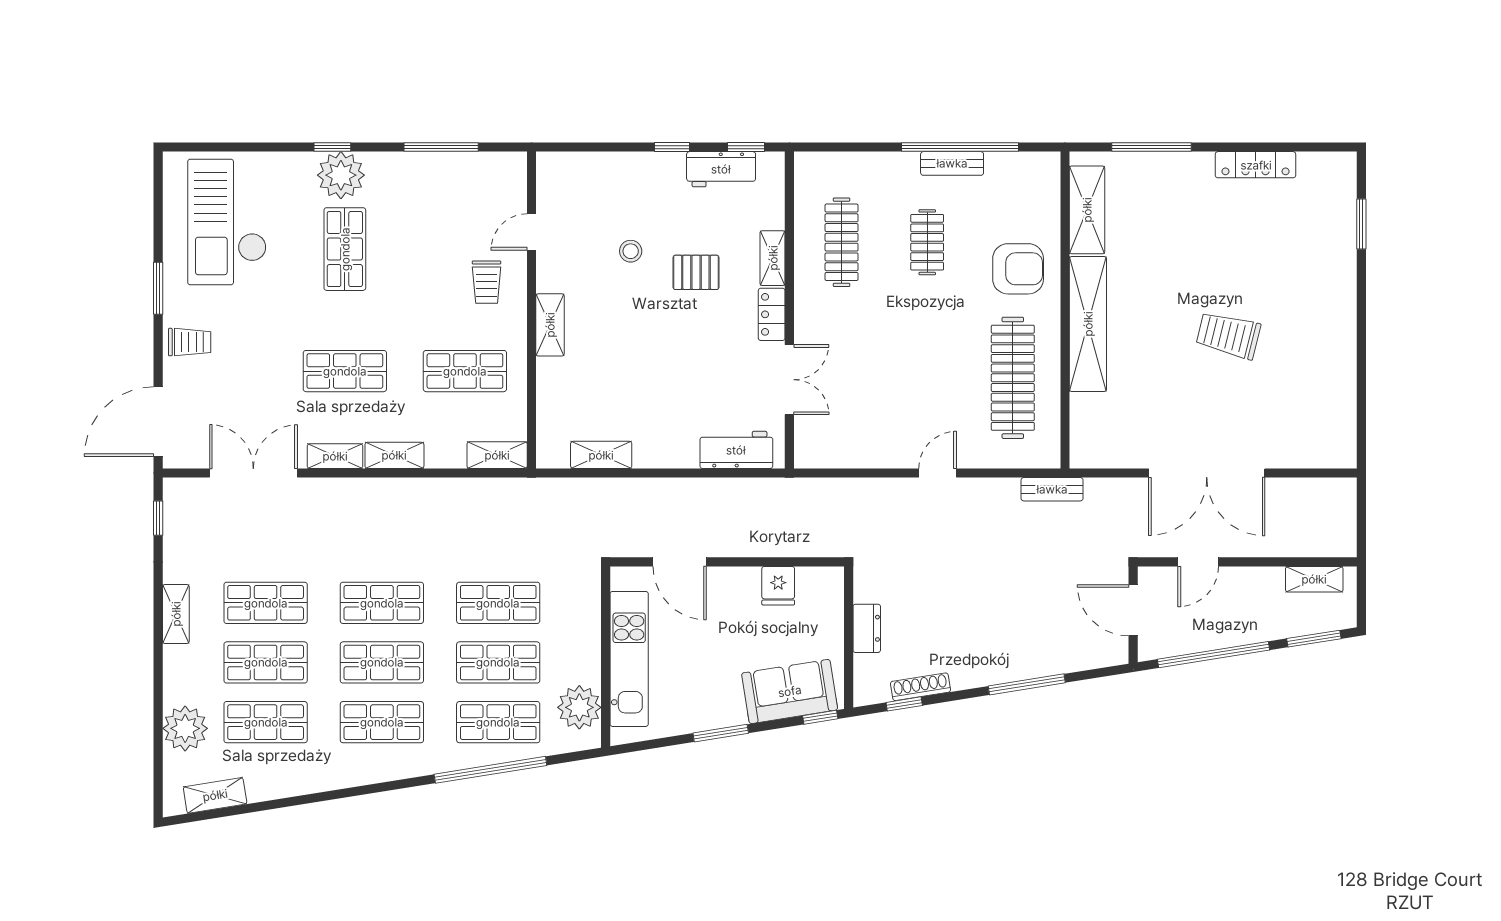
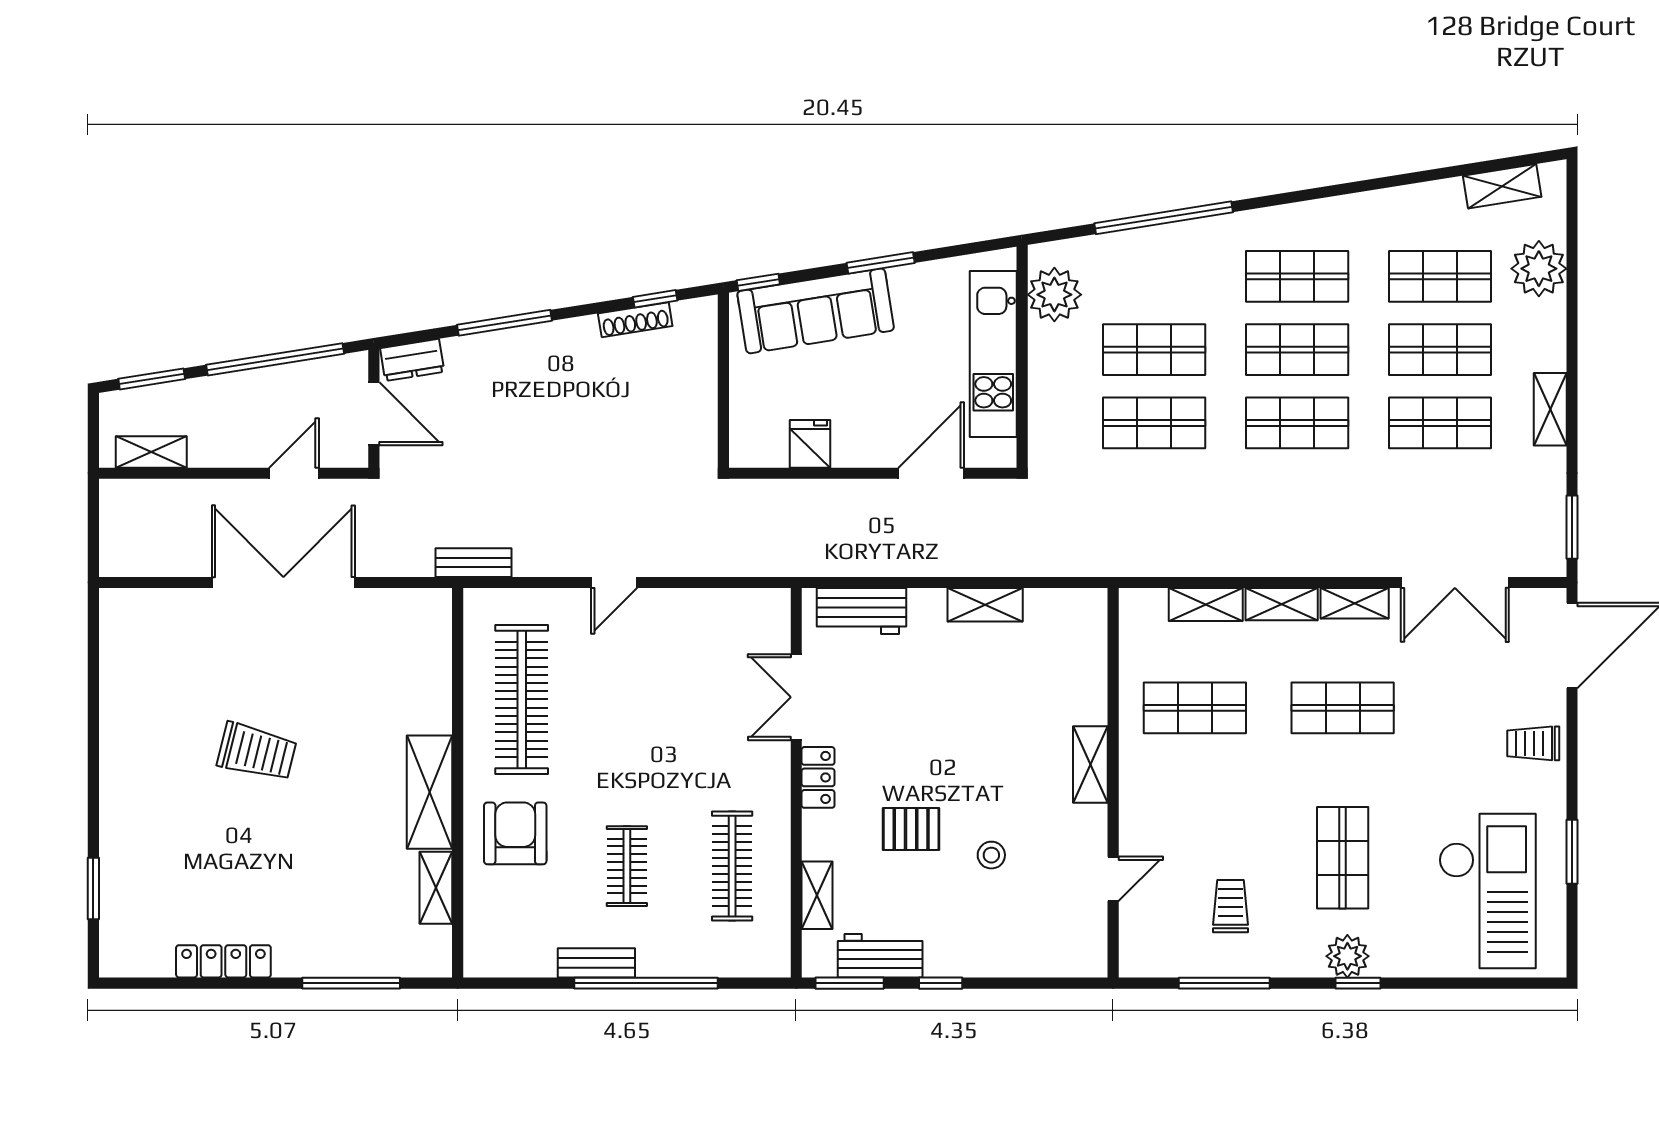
window: (746, 147) -> (850, 983), width x1.50
window: (960, 147) -> (646, 983), moved
plant: (341, 175) -> (1347, 956), width x0.73, depth x0.73
shelving: (1087, 210) -> (436, 888), width x0.67, depth x0.75
shelving: (773, 258) -> (817, 895), moved
armchair: (1018, 269) -> (515, 833), turned 90
trolley: (487, 282) -> (1231, 906), moved
window: (158, 288) -> (1572, 852), moved
shelving: (1088, 324) -> (429, 792), width x0.68
shelving: (497, 455) -> (1206, 605), moved
shelving: (601, 455) -> (985, 605), moved
window: (158, 518) -> (1572, 527), width x1.50
door: (680, 562) -> (931, 473), hinge flipped
dresser: (867, 628) -> (412, 360), moved, turned -99
sofa: (790, 691) -> (816, 311), width x1.36
shop shelf: (498, 722) -> (1154, 276), removed

